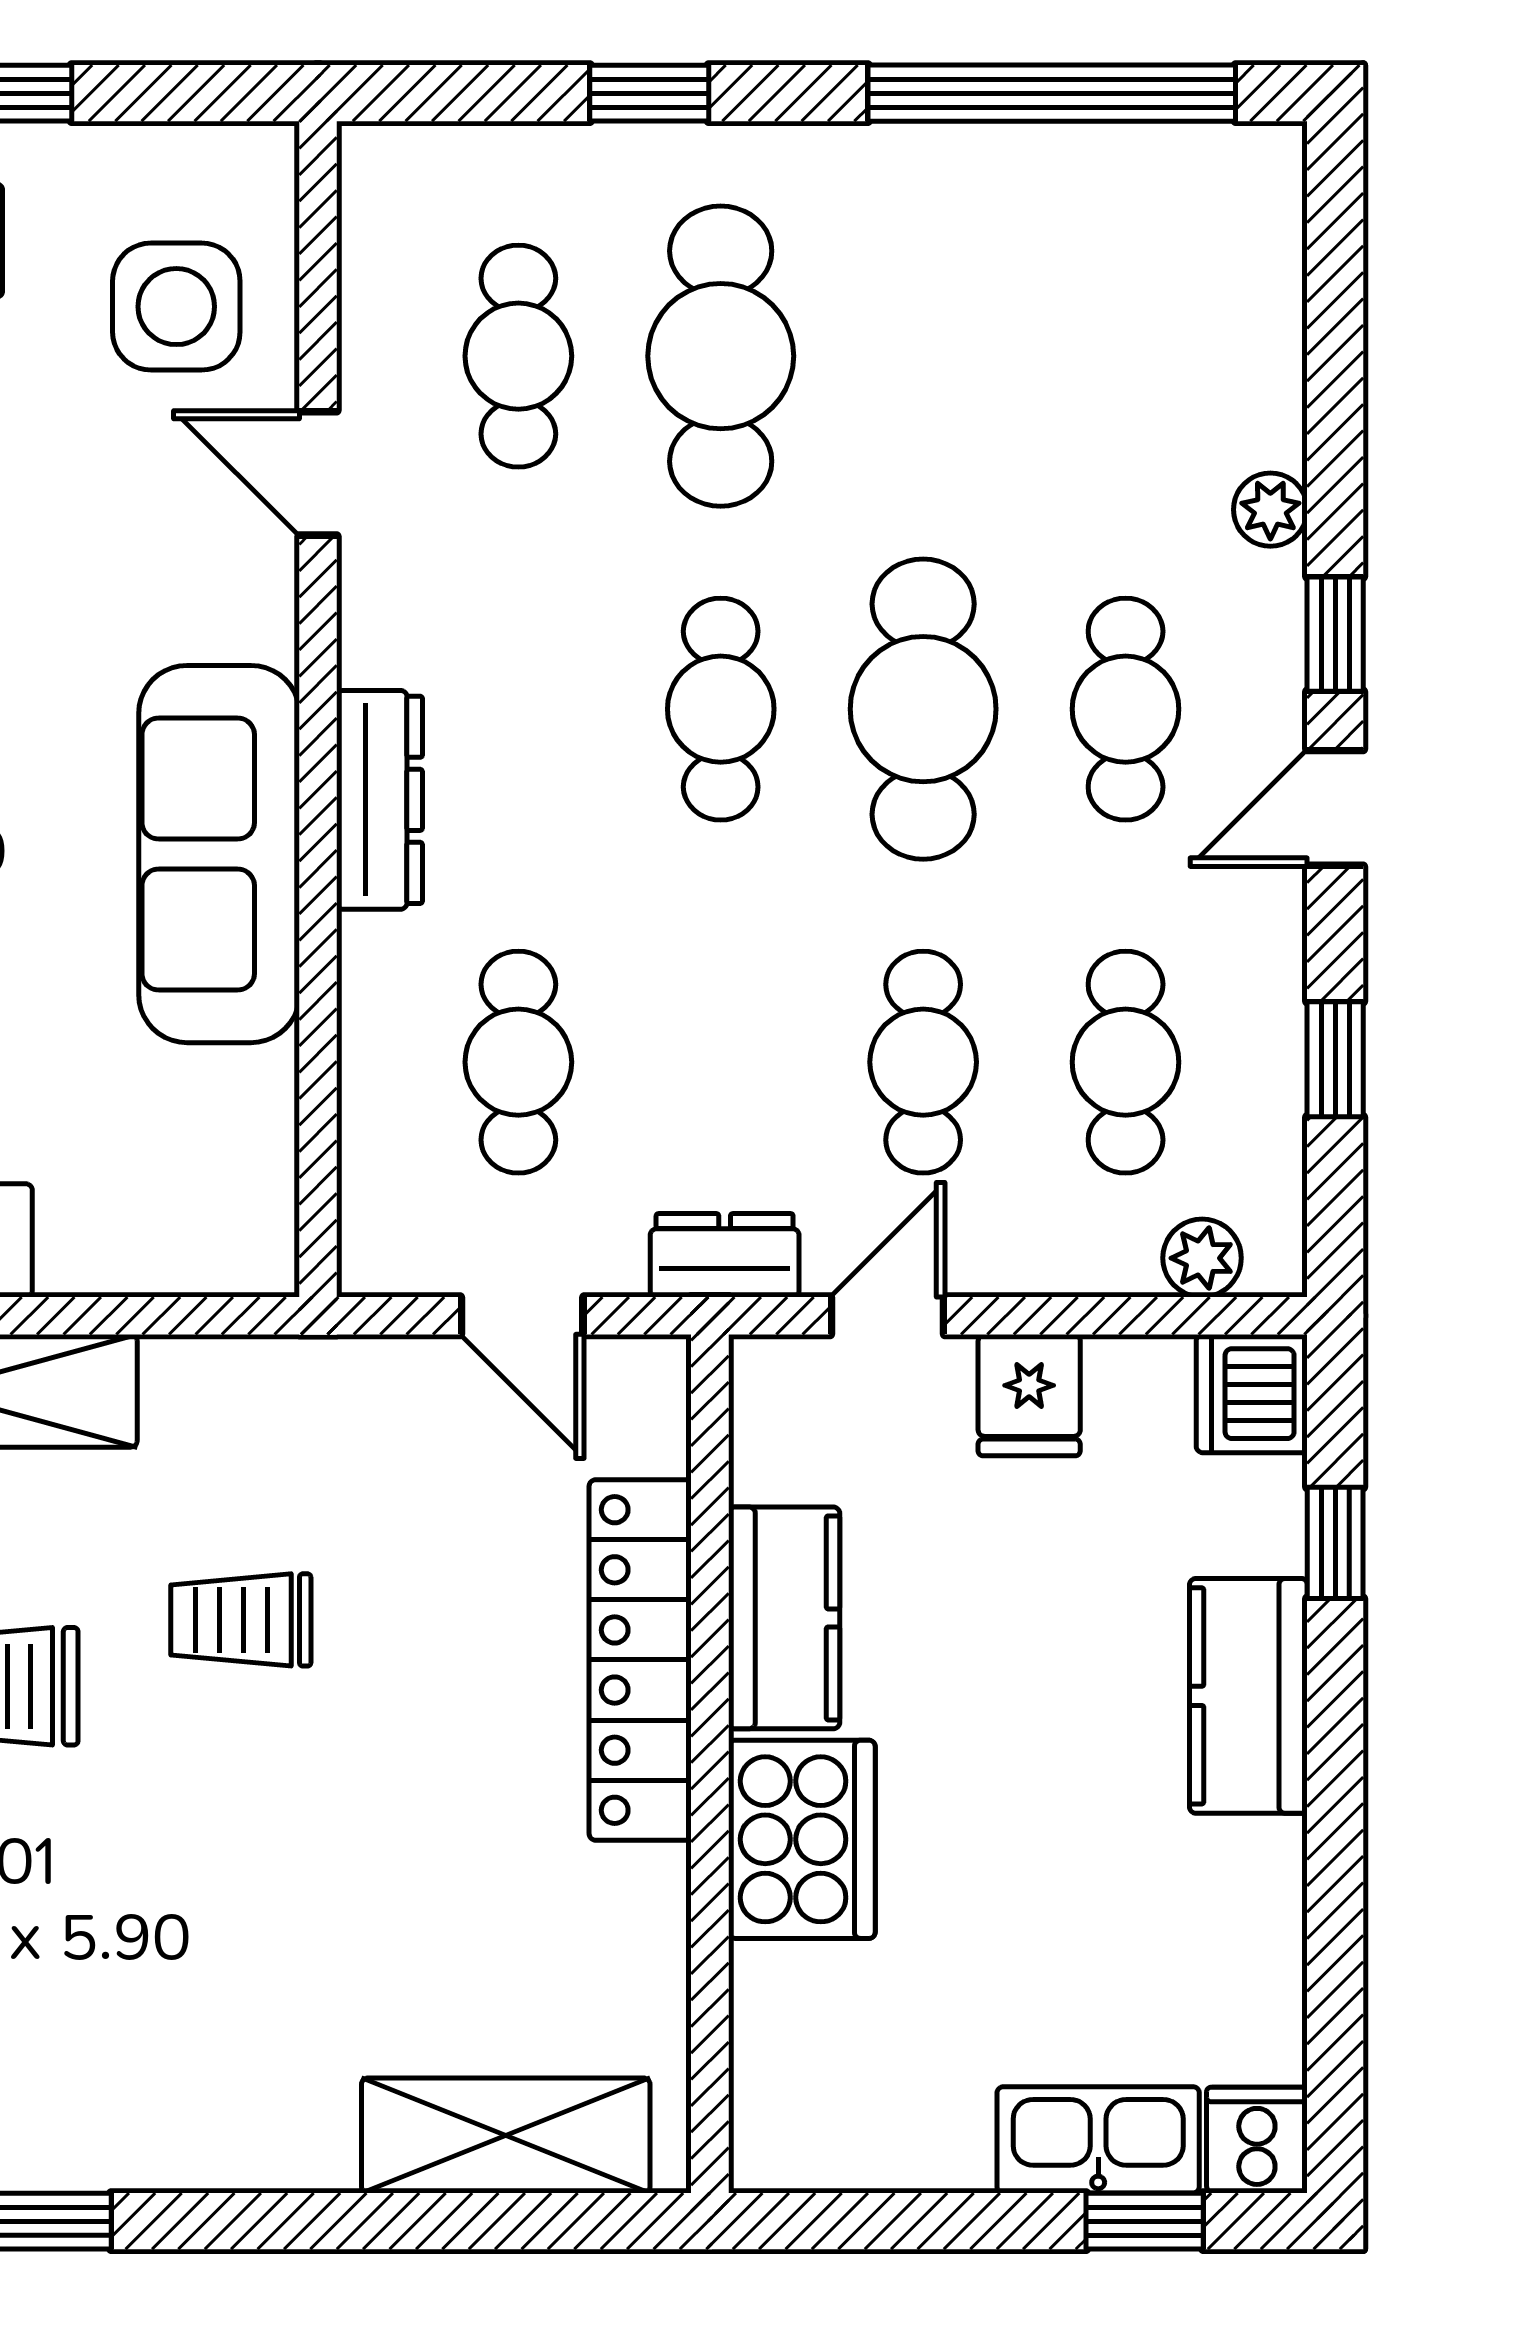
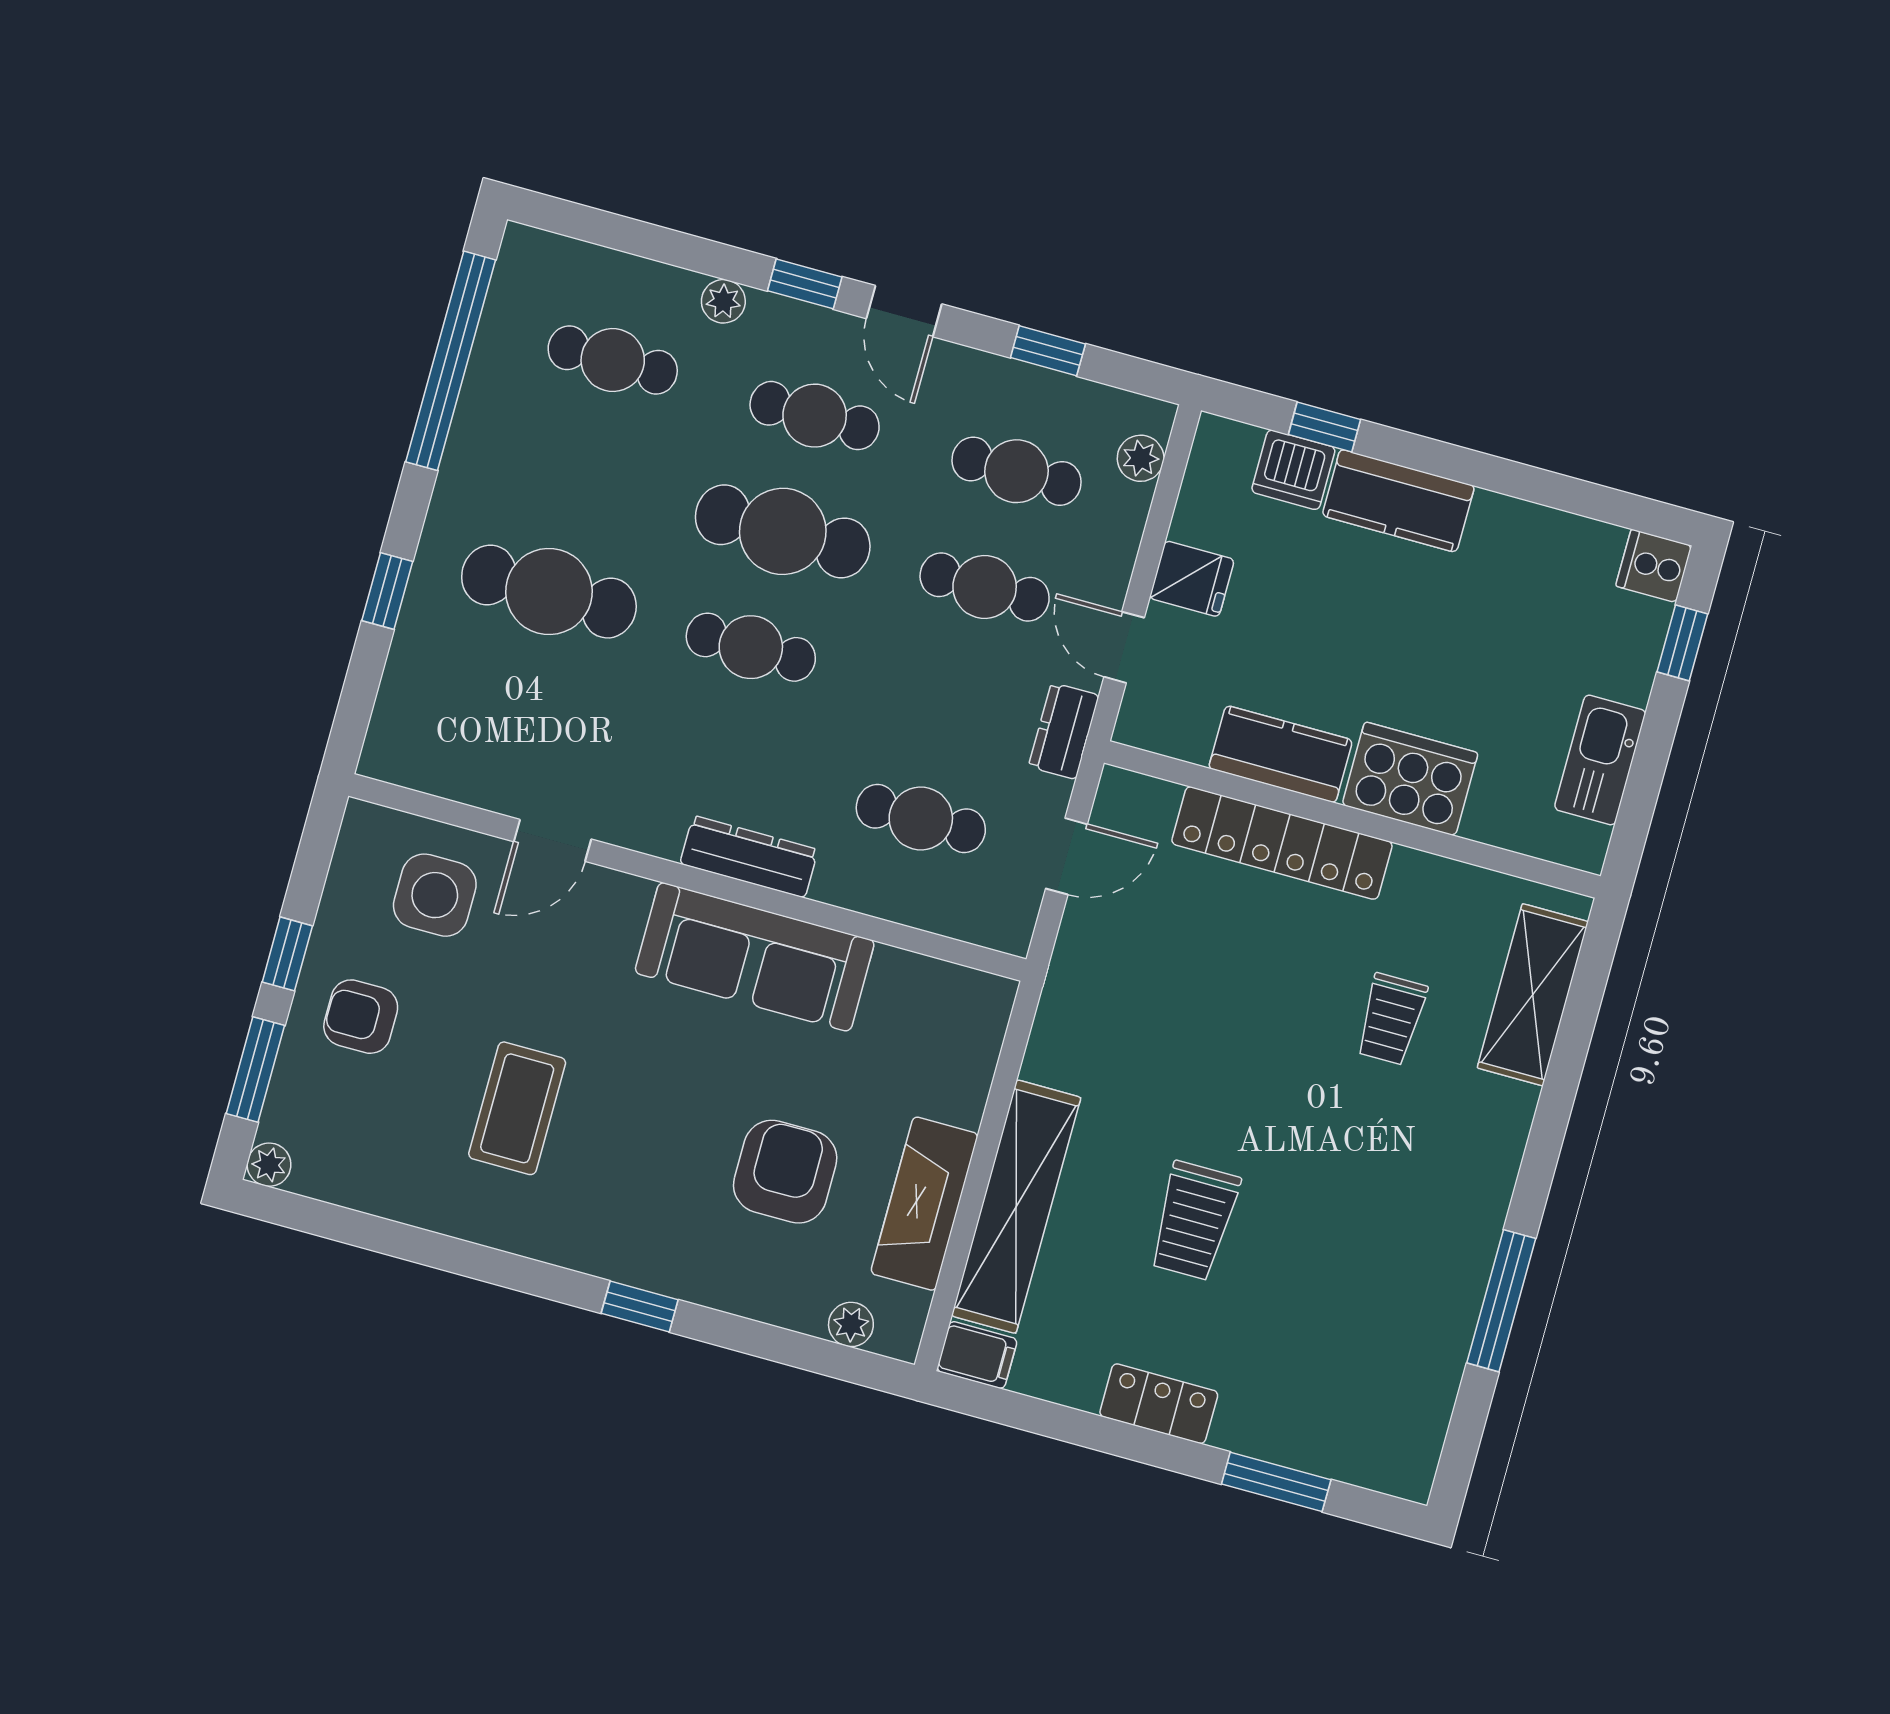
cafe table: (518, 356) -> (613, 360), moved
dishwasher: (1252, 1394) -> (1293, 470), moved
trolley: (241, 1620) -> (1391, 1019), moved
kitchen sink: (1098, 2140) -> (1600, 760), moved

